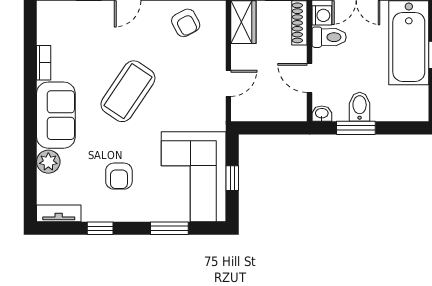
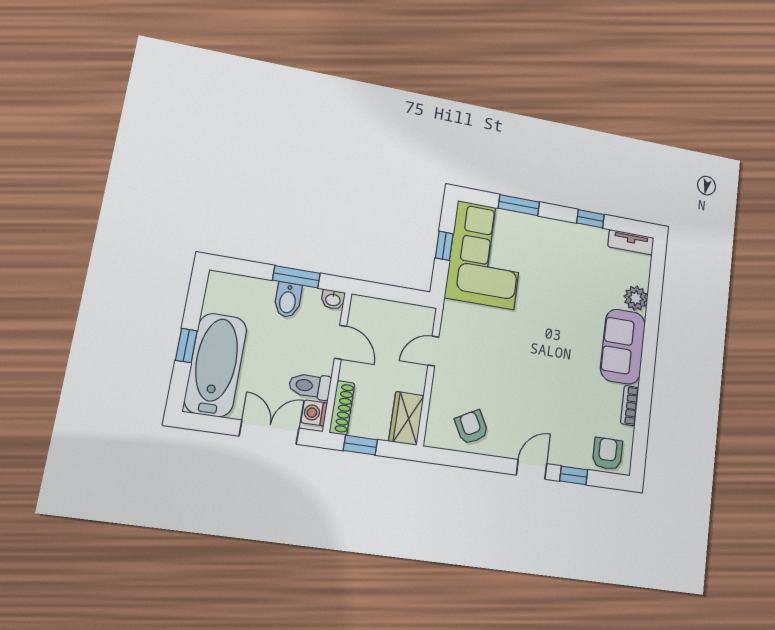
coffee table: (128, 91) -> (544, 360), removed
armchair: (119, 176) -> (607, 454), moved

